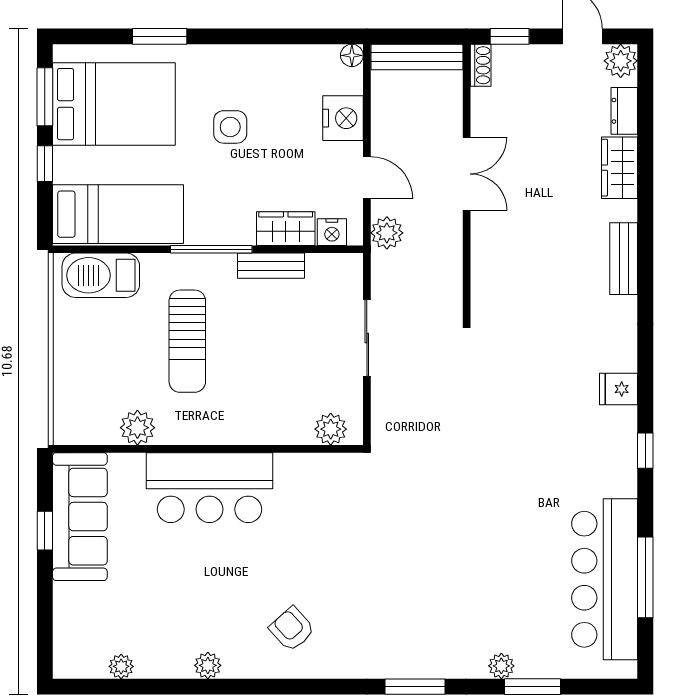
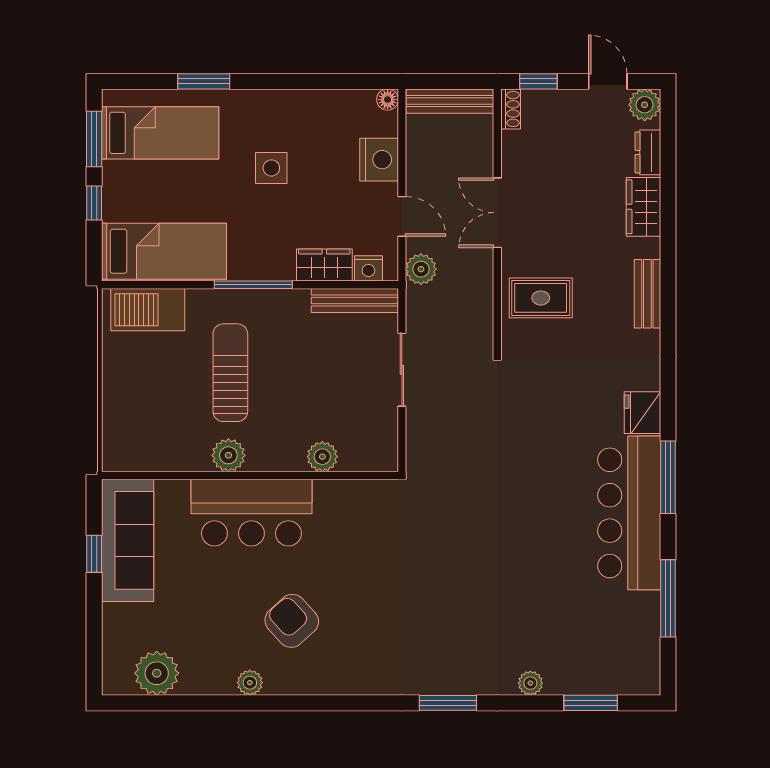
bed: (114, 104) -> (160, 133), width x0.67
double door: (467, 174) -> (497, 213), swing flipped
rug: (512, 263) -> (541, 298), added
bench: (271, 266) -> (355, 301), moved, width x1.36
sun lounger: (187, 341) -> (230, 373), turned 180
fridge: (619, 389) -> (642, 413), width x1.38
plant: (137, 428) -> (228, 455), moved
plant: (331, 429) -> (322, 457), moved
window: (645, 451) -> (668, 477), width x2.17
bar counter: (605, 579) -> (629, 513), moved
armchair: (292, 629) -> (292, 621), moved, width x1.38, depth x1.38
plant: (121, 666) -> (157, 673), width x1.87, depth x1.87
window: (532, 687) -> (591, 703), moved

